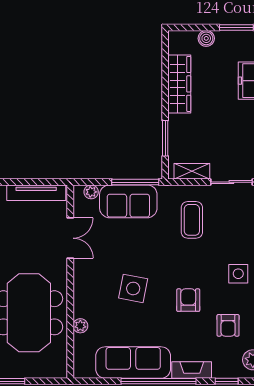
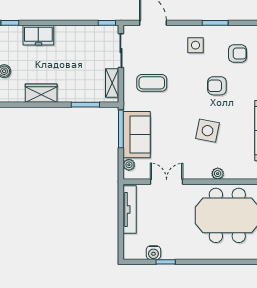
wardrobe: (179, 84) -> (41, 93), width x0.67
plant: (80, 326) -> (218, 174), moved

